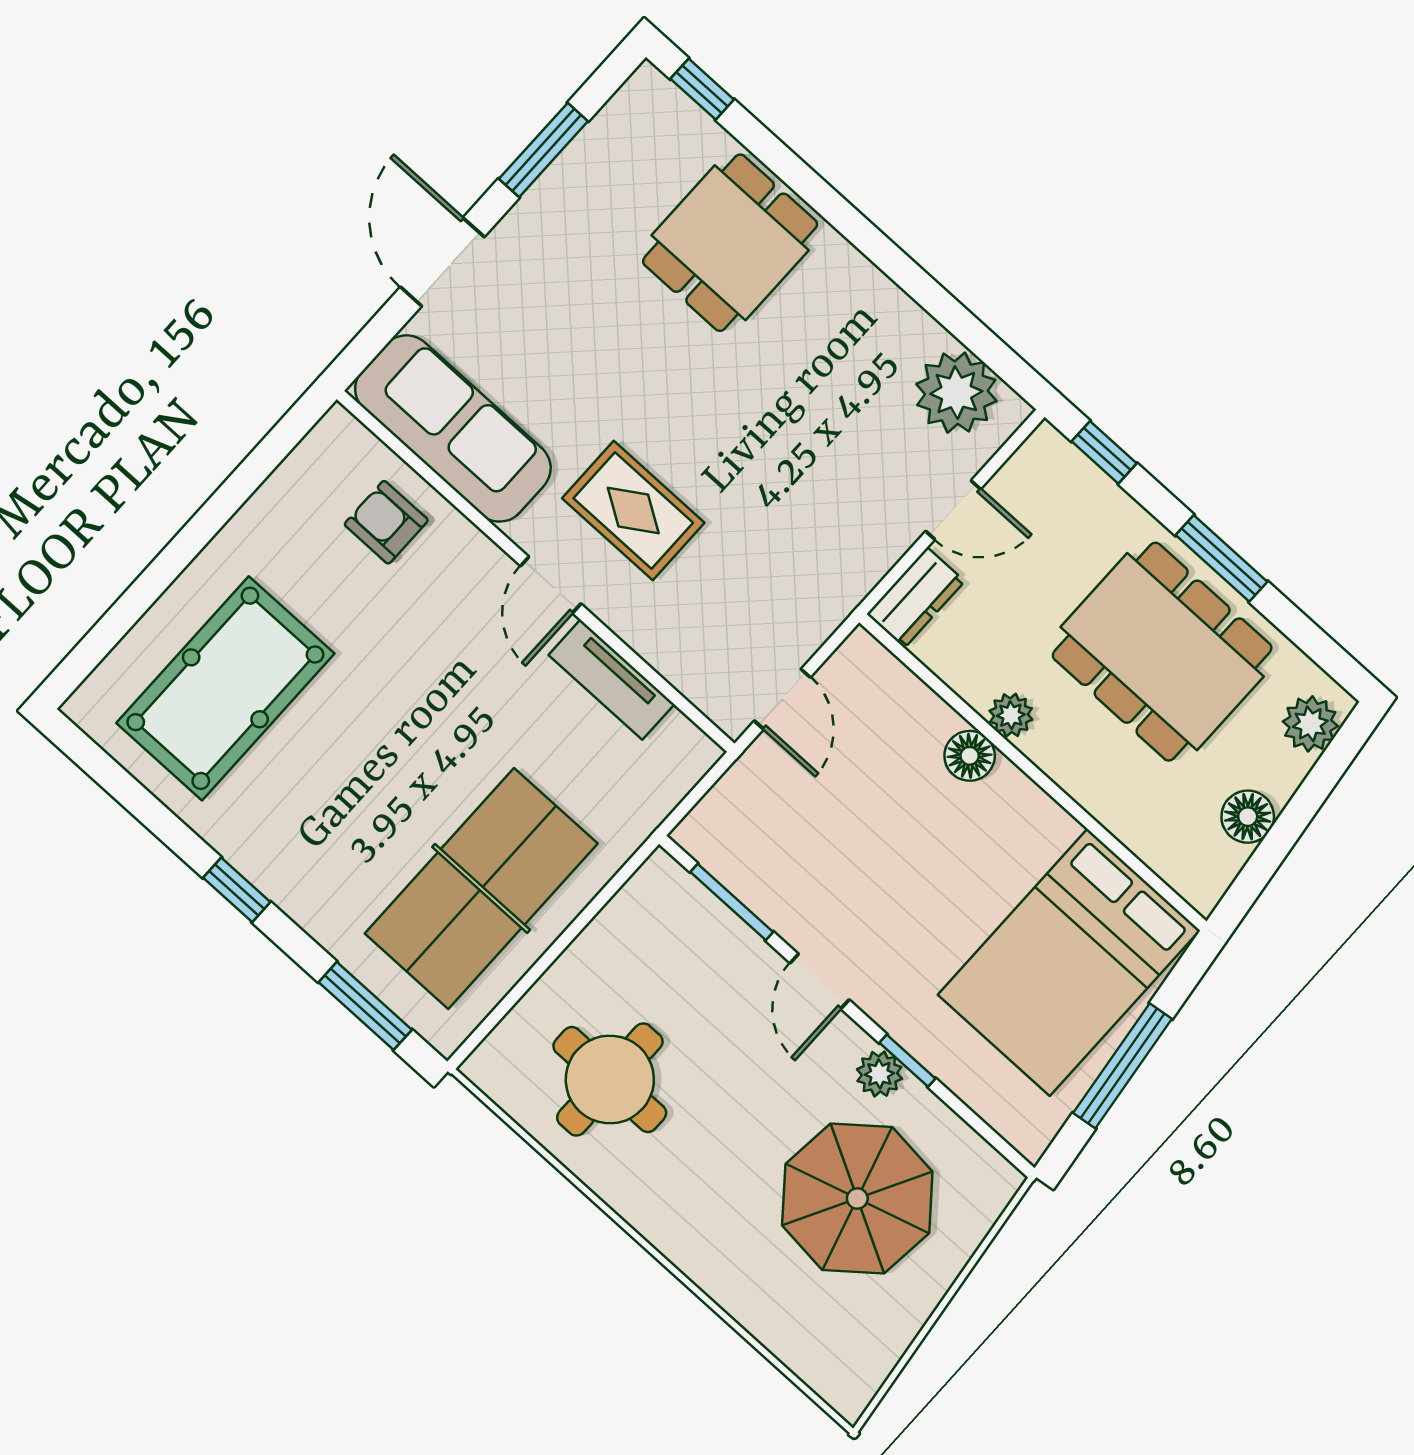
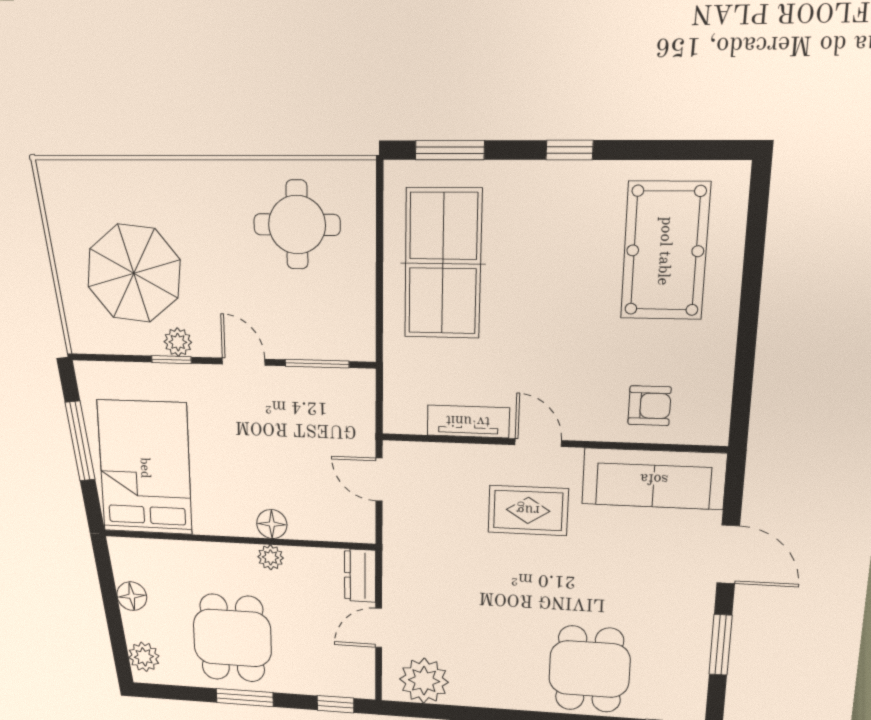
dining table: (1162, 652) -> (232, 638), width x0.73

